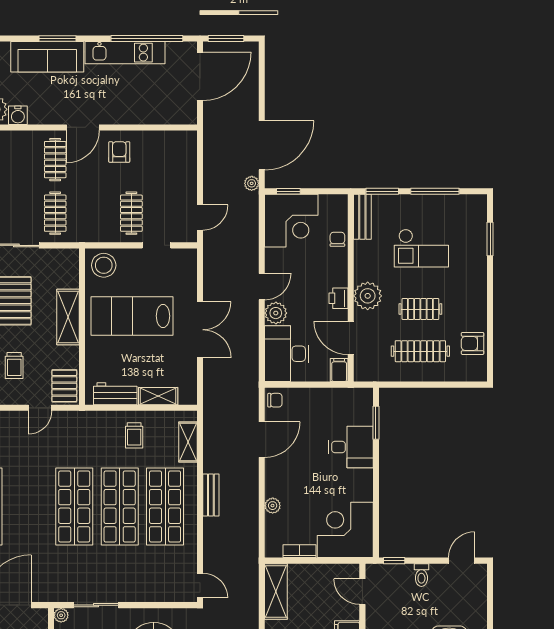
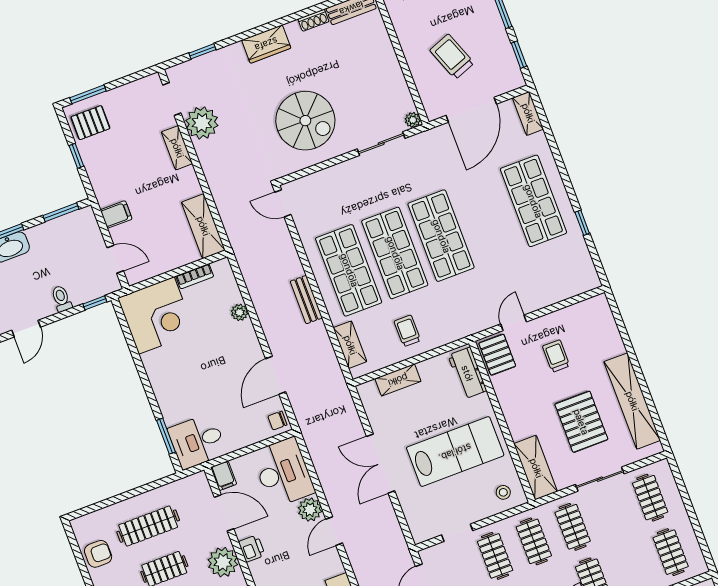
clothes rail: (93, 213) -> (534, 541), added
stool: (104, 265) -> (503, 492), width x0.53, depth x0.53
shelving: (68, 317) -> (536, 468), moved
workbench: (115, 394) -> (467, 373), moved, turned 90
desk: (351, 447) -> (197, 441), moved

